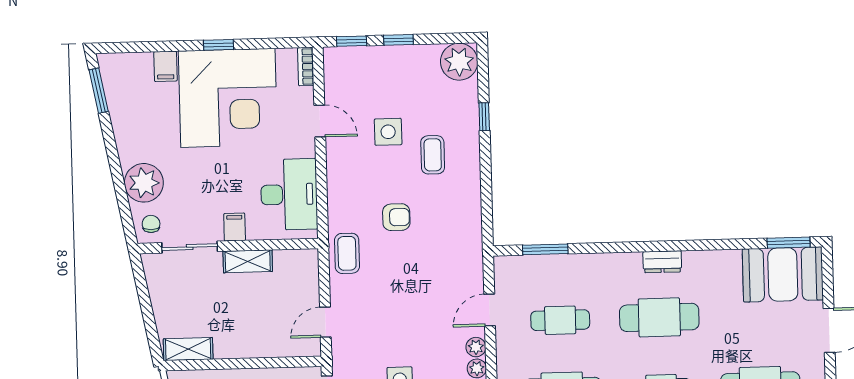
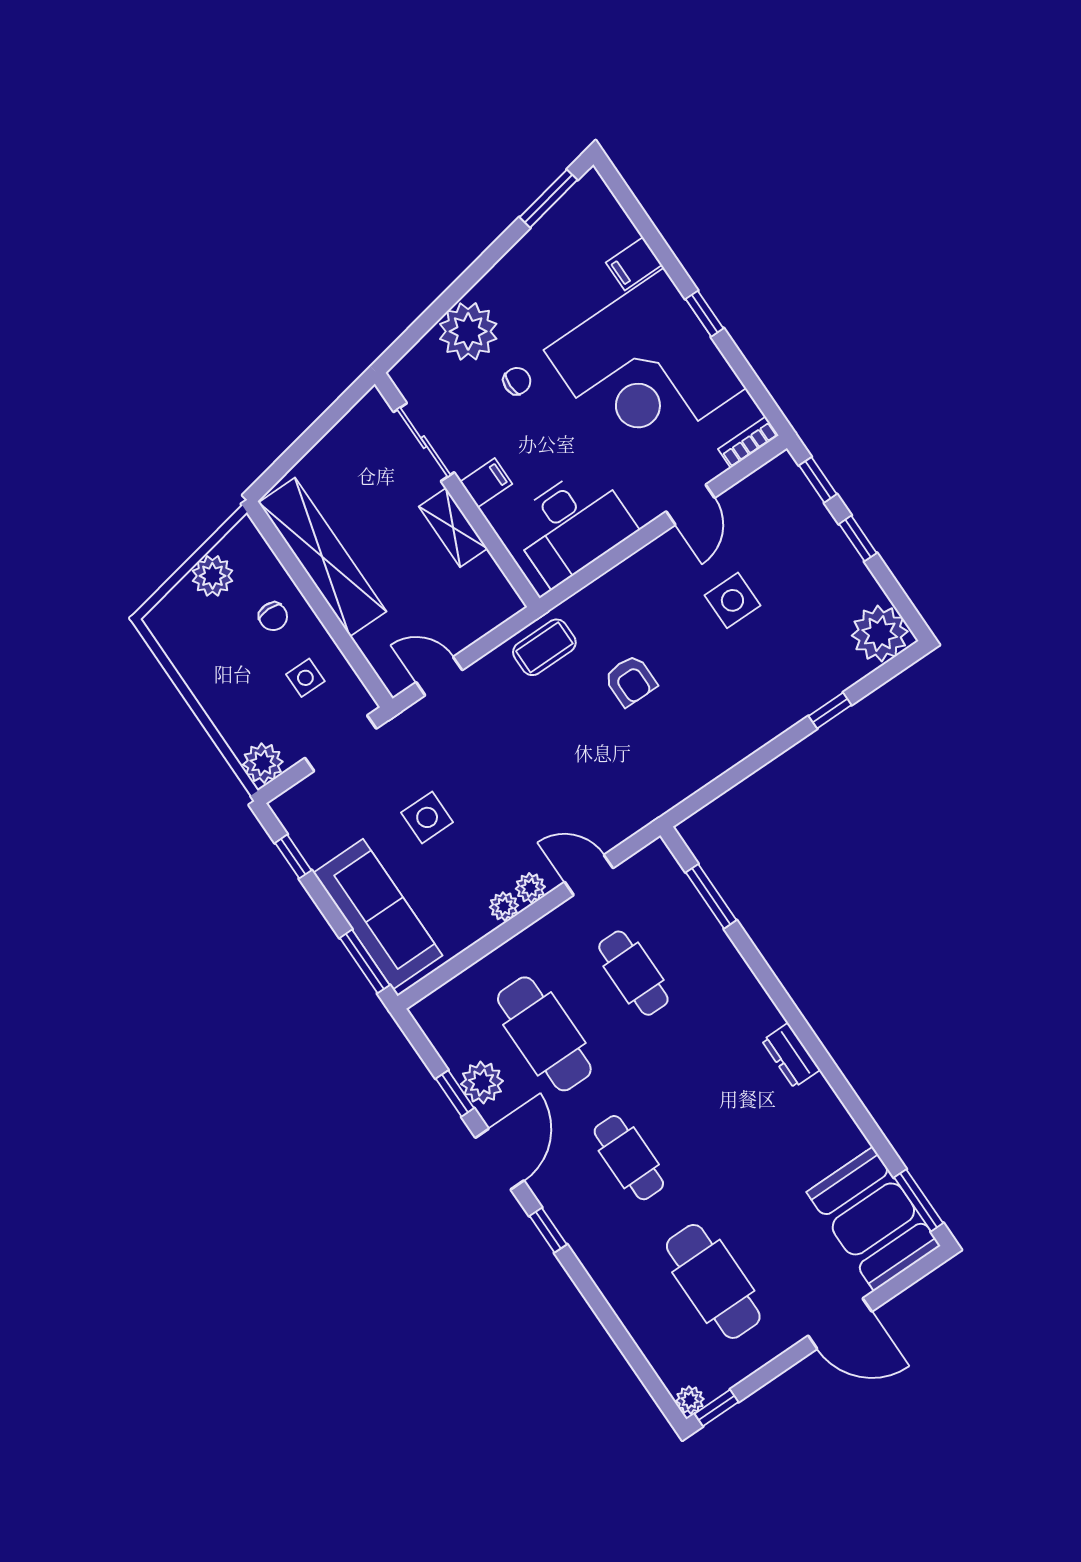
coffee table: (433, 155) -> (740, 676), removed
chair: (151, 224) -> (517, 381), moved
cafe table: (659, 317) -> (718, 1097), removed
shelving: (188, 349) -> (322, 557), width x2.20, depth x1.33

